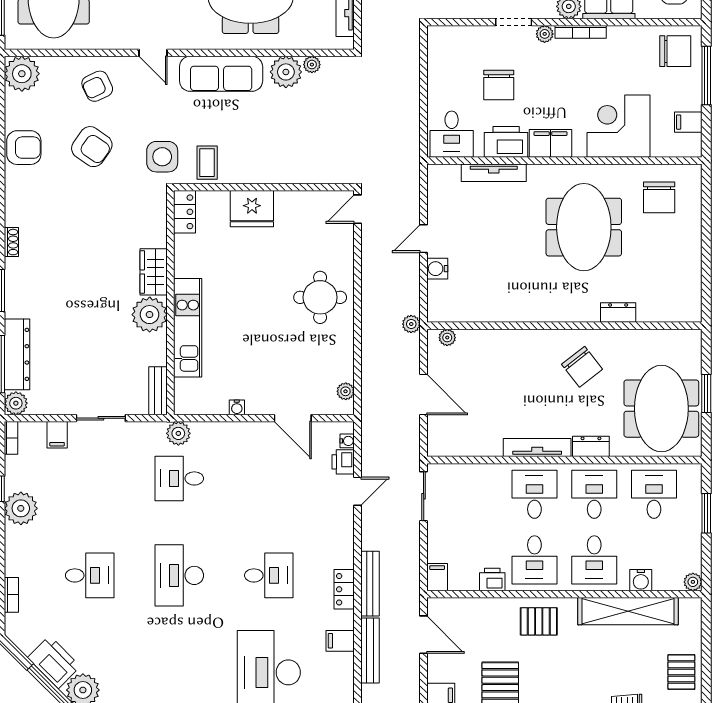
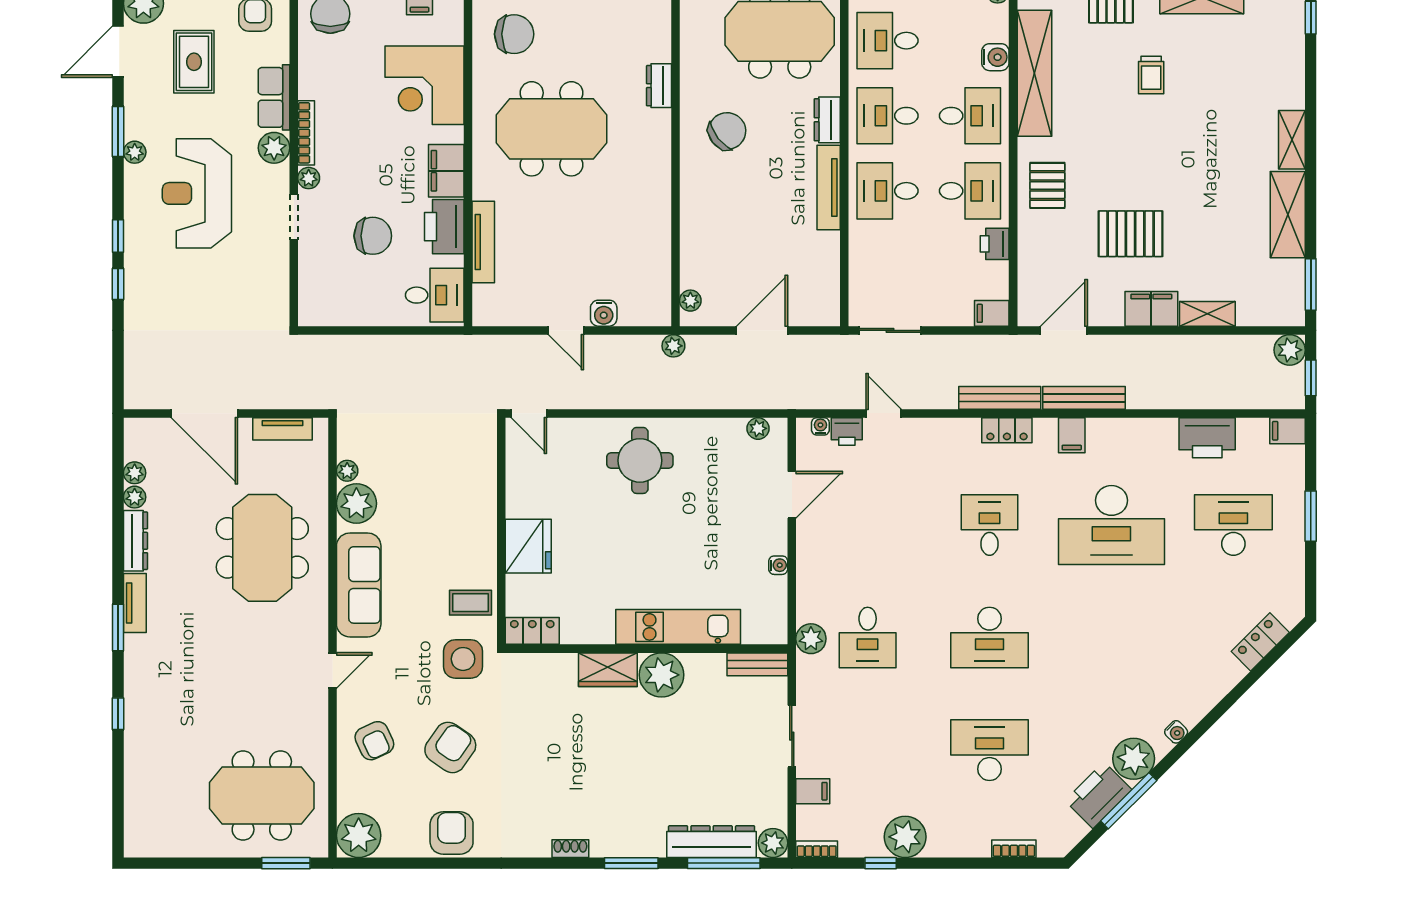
desk: (90, 575) -> (990, 750), width x1.37

